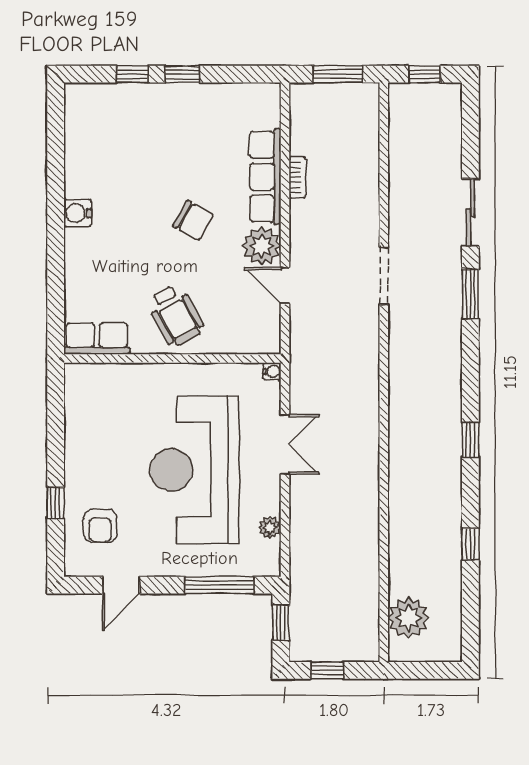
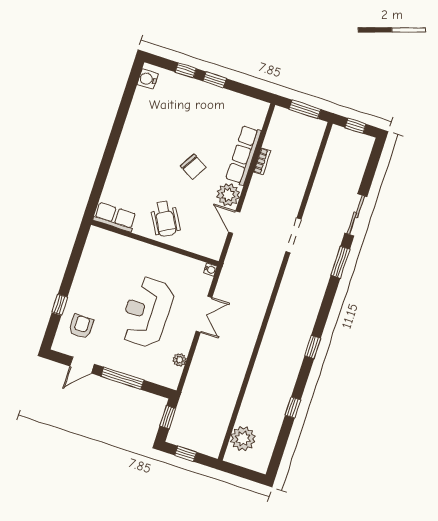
water cooler: (78, 213) -> (148, 79), moved
reception desk: (194, 470) -> (147, 312), width x0.74, depth x0.77
armchair: (100, 526) -> (81, 327), turned 180
window: (219, 585) -> (122, 378), moved

